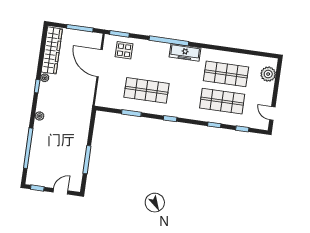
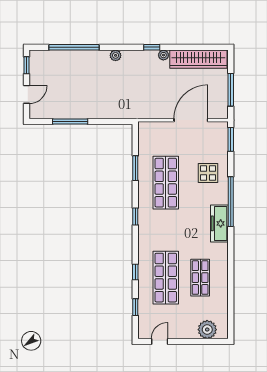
display table: (124, 50) -> (208, 173), moved
shop shelf: (226, 74) -> (200, 278), width x0.70, depth x0.74
door: (60, 191) -> (26, 94), hinge flipped

